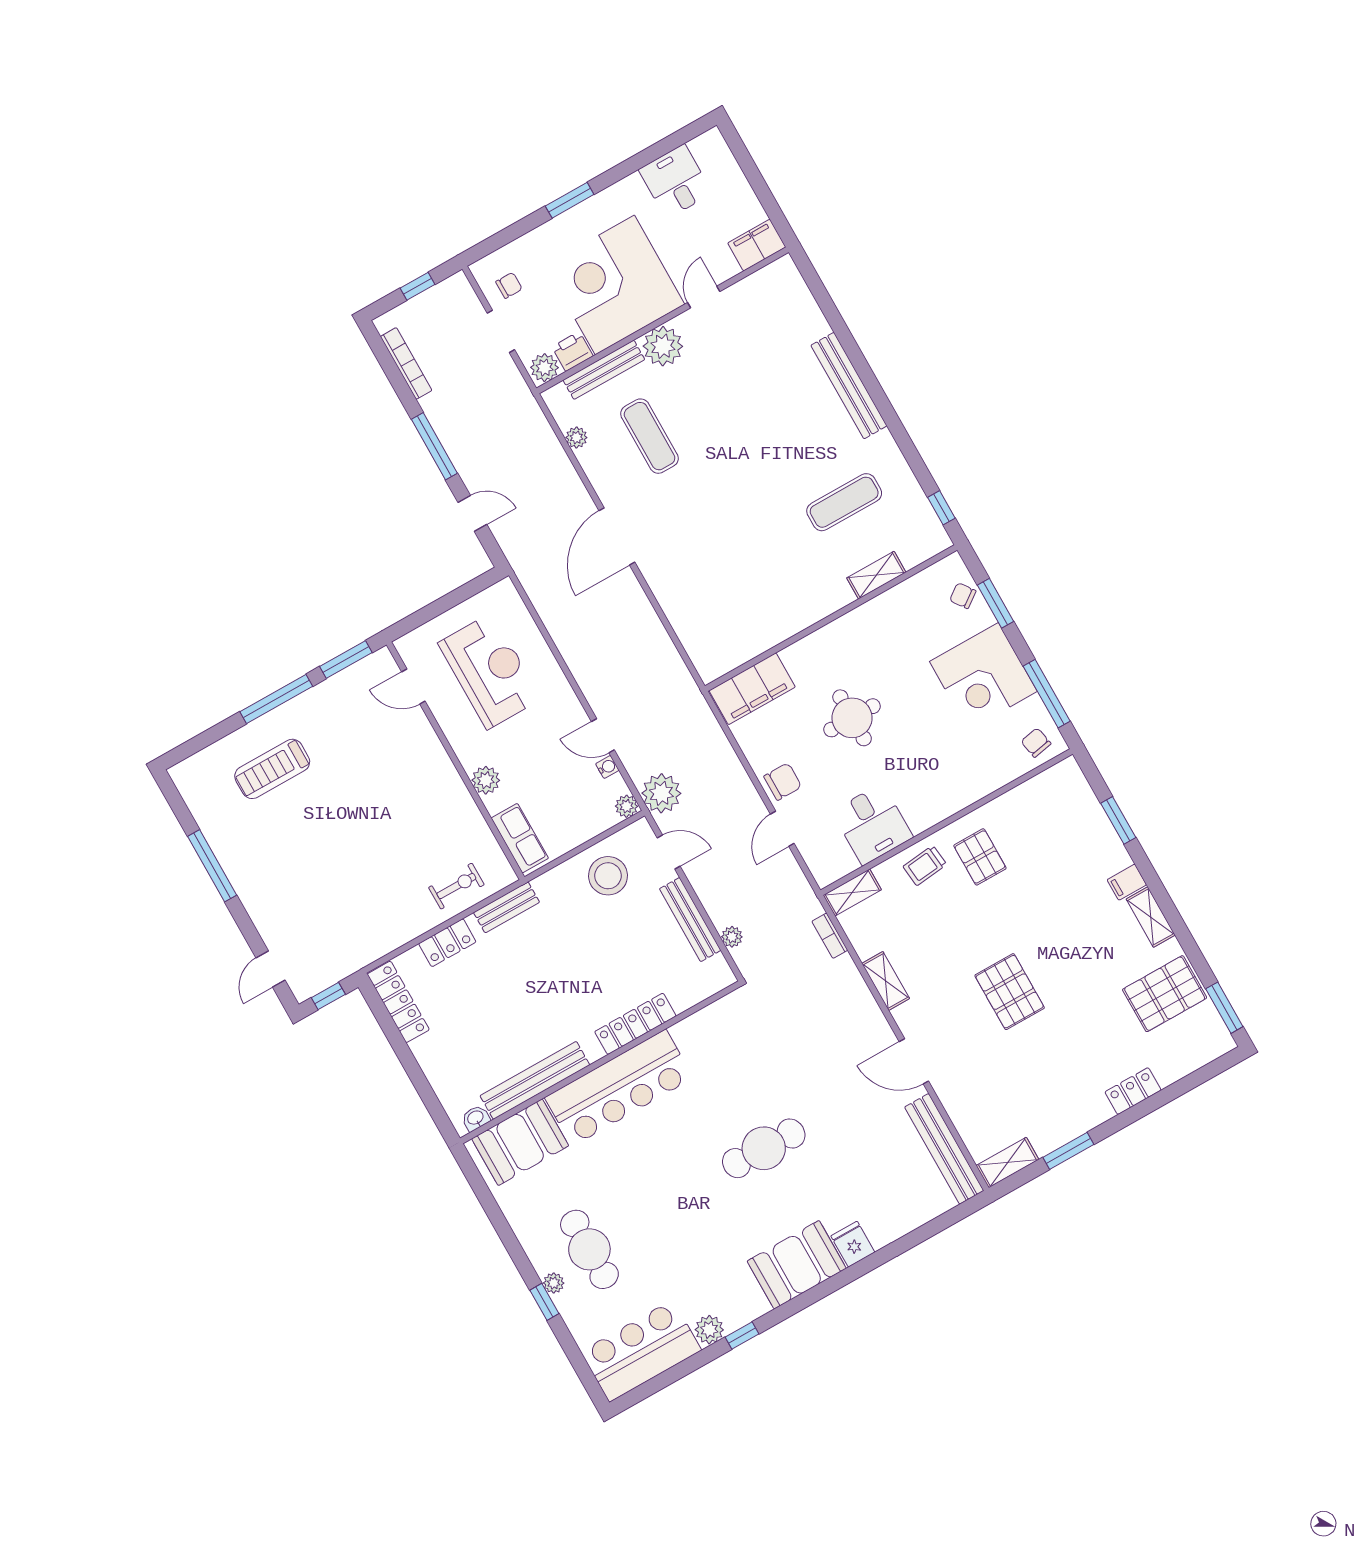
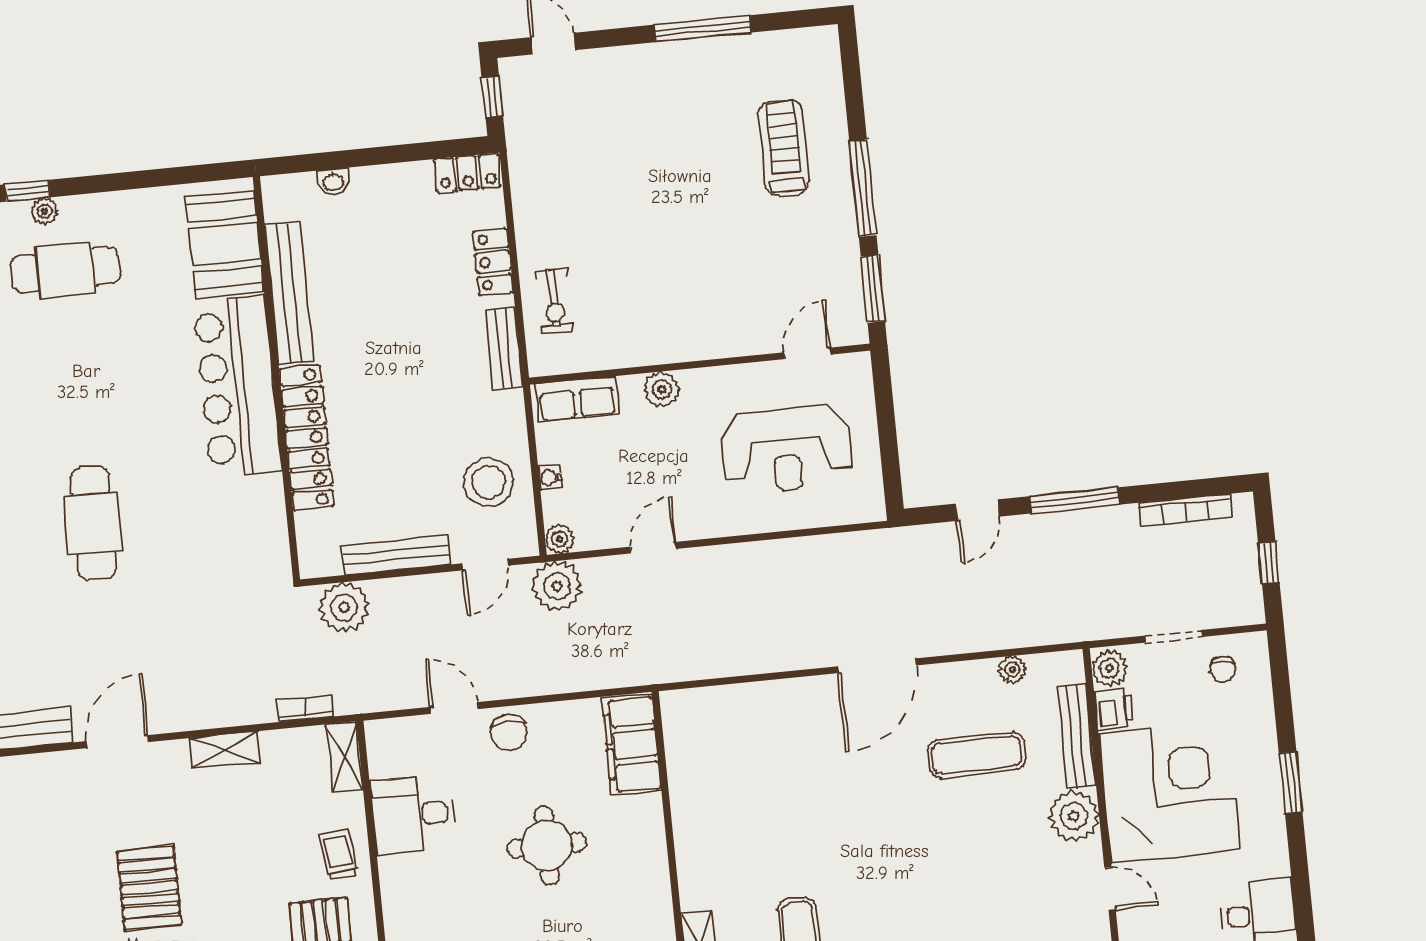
door: (617, 536) -> (877, 666), swing flipped
water cooler: (607, 767) -> (550, 477), moved, turned 90
plant: (732, 937) -> (344, 607), width x1.88, depth x1.88
pallet: (1010, 992) -> (149, 888), turned 90
locker: (398, 1002) -> (467, 173), width x0.66
locker: (635, 1024) -> (307, 438), width x1.41, depth x1.21
washbasin: (476, 1118) -> (333, 182), moved, turned 90

